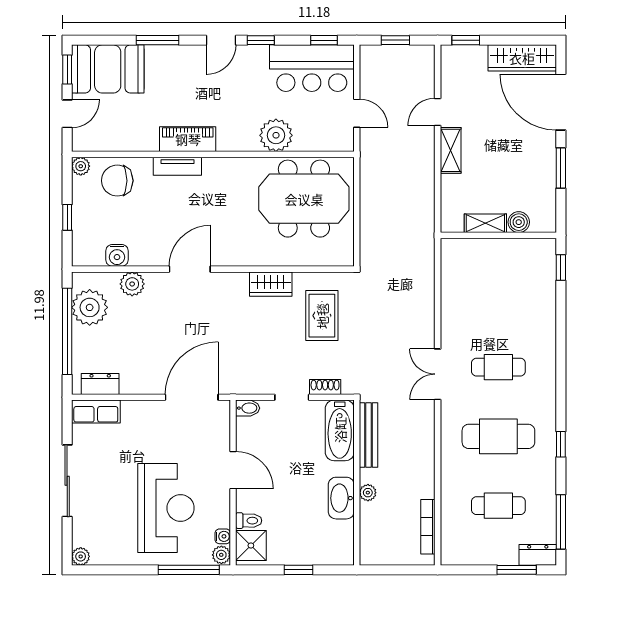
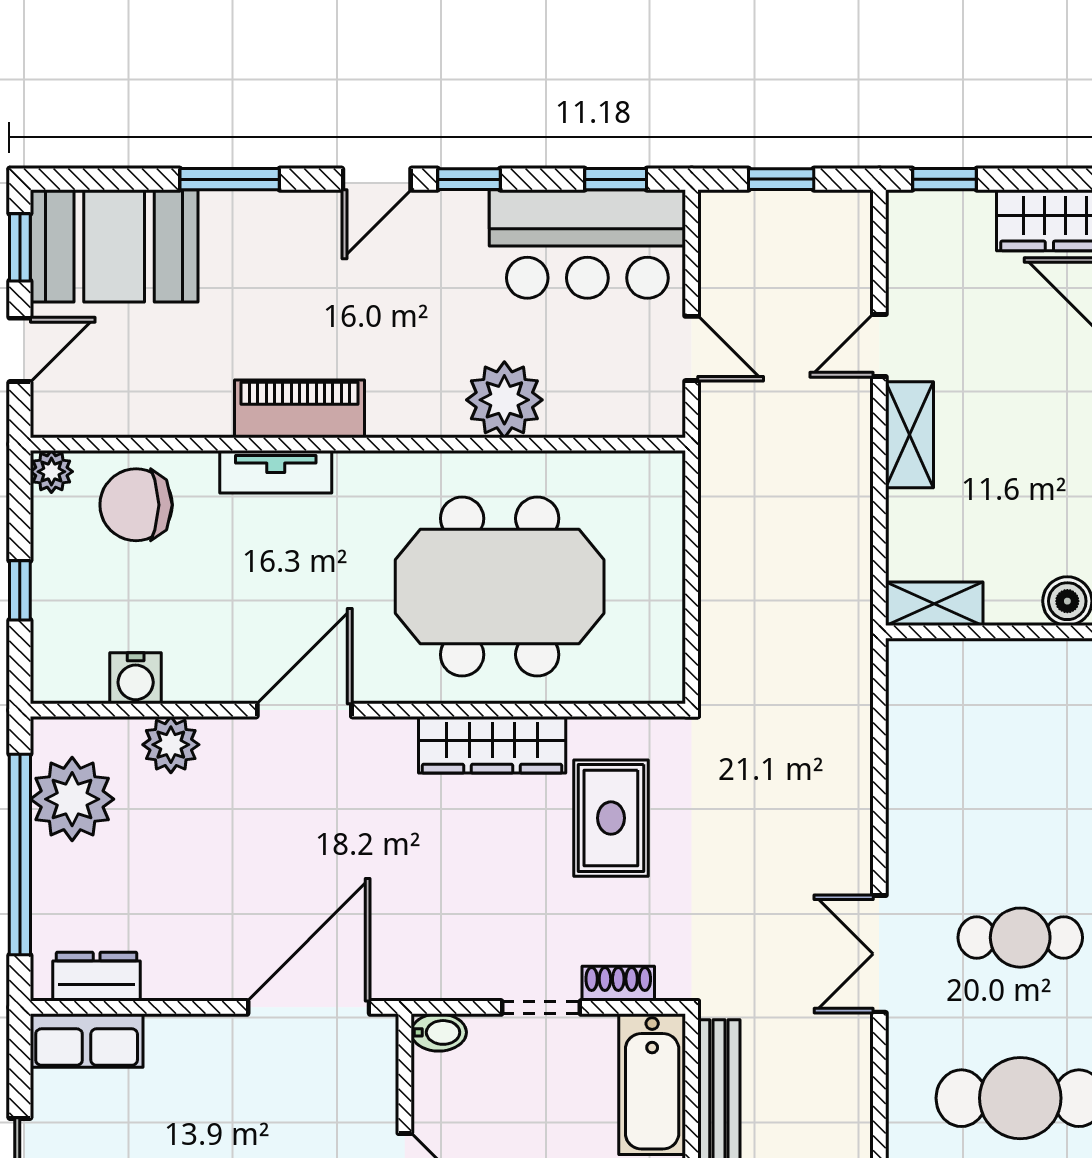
meeting table: (304, 199) -> (500, 587), moved
shelving: (485, 223) -> (934, 604), moved
wardrobe: (271, 284) -> (492, 745), width x1.50

